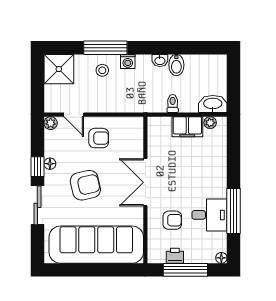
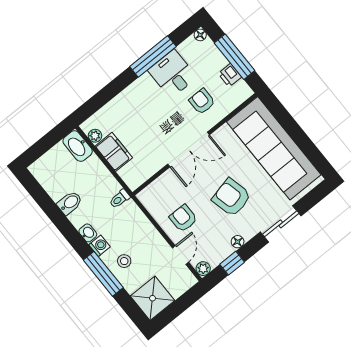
washbasin: (160, 60) -> (88, 233), moved
toilet: (173, 103) -> (120, 199), moved
window: (37, 167) -> (232, 263), moved

